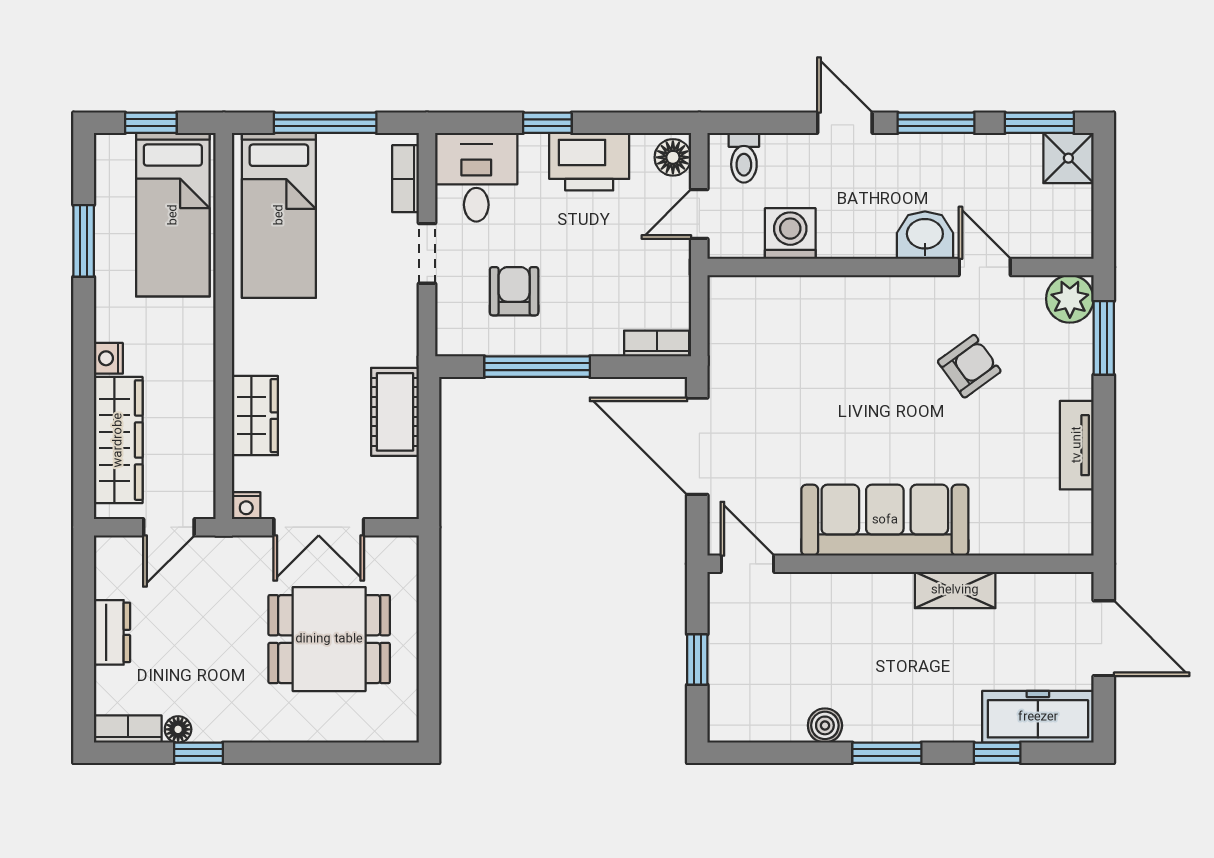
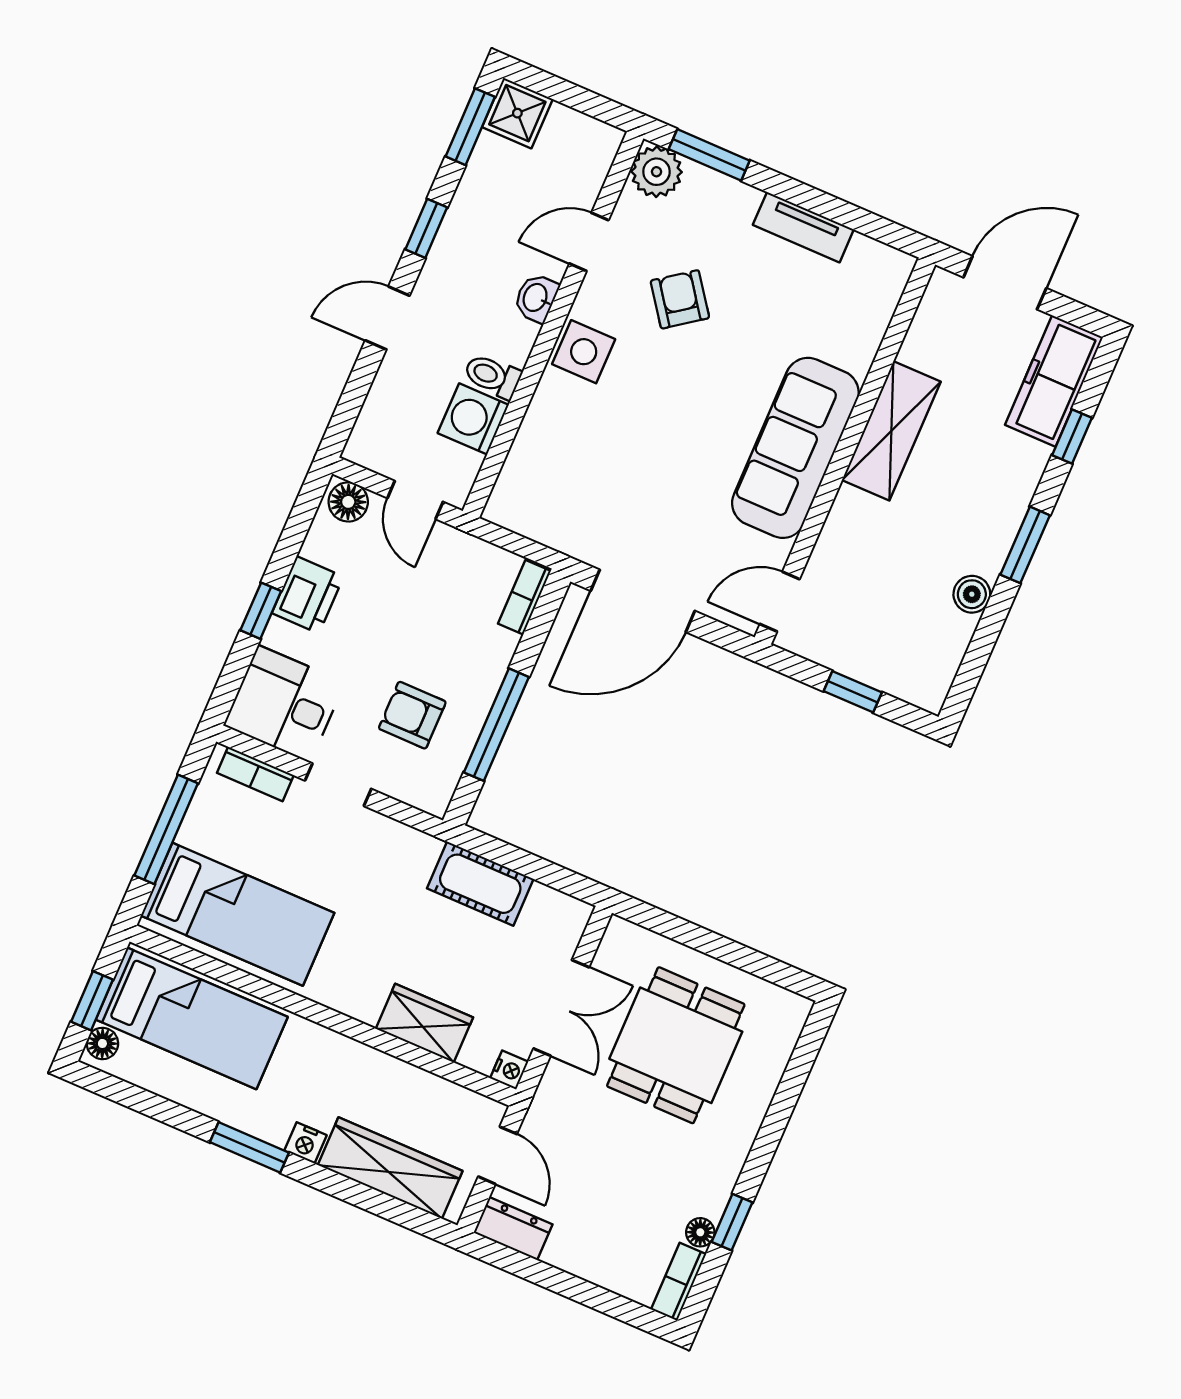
window: (936, 123) -> (426, 228), width x0.67
floor lamp: (118, 148) -> (102, 1043), added
toilet: (744, 158) -> (492, 376), moved, turned 180
printer: (589, 162) -> (308, 595), width x0.73, depth x0.84
washbasin: (925, 235) -> (536, 298), width x0.72, depth x0.69
window: (84, 241) -> (249, 1147), moved
side table: (889, 303) -> (584, 352), added
shelving: (955, 590) -> (891, 431), width x1.50, depth x1.33
dresser: (112, 632) -> (513, 1228), moved

